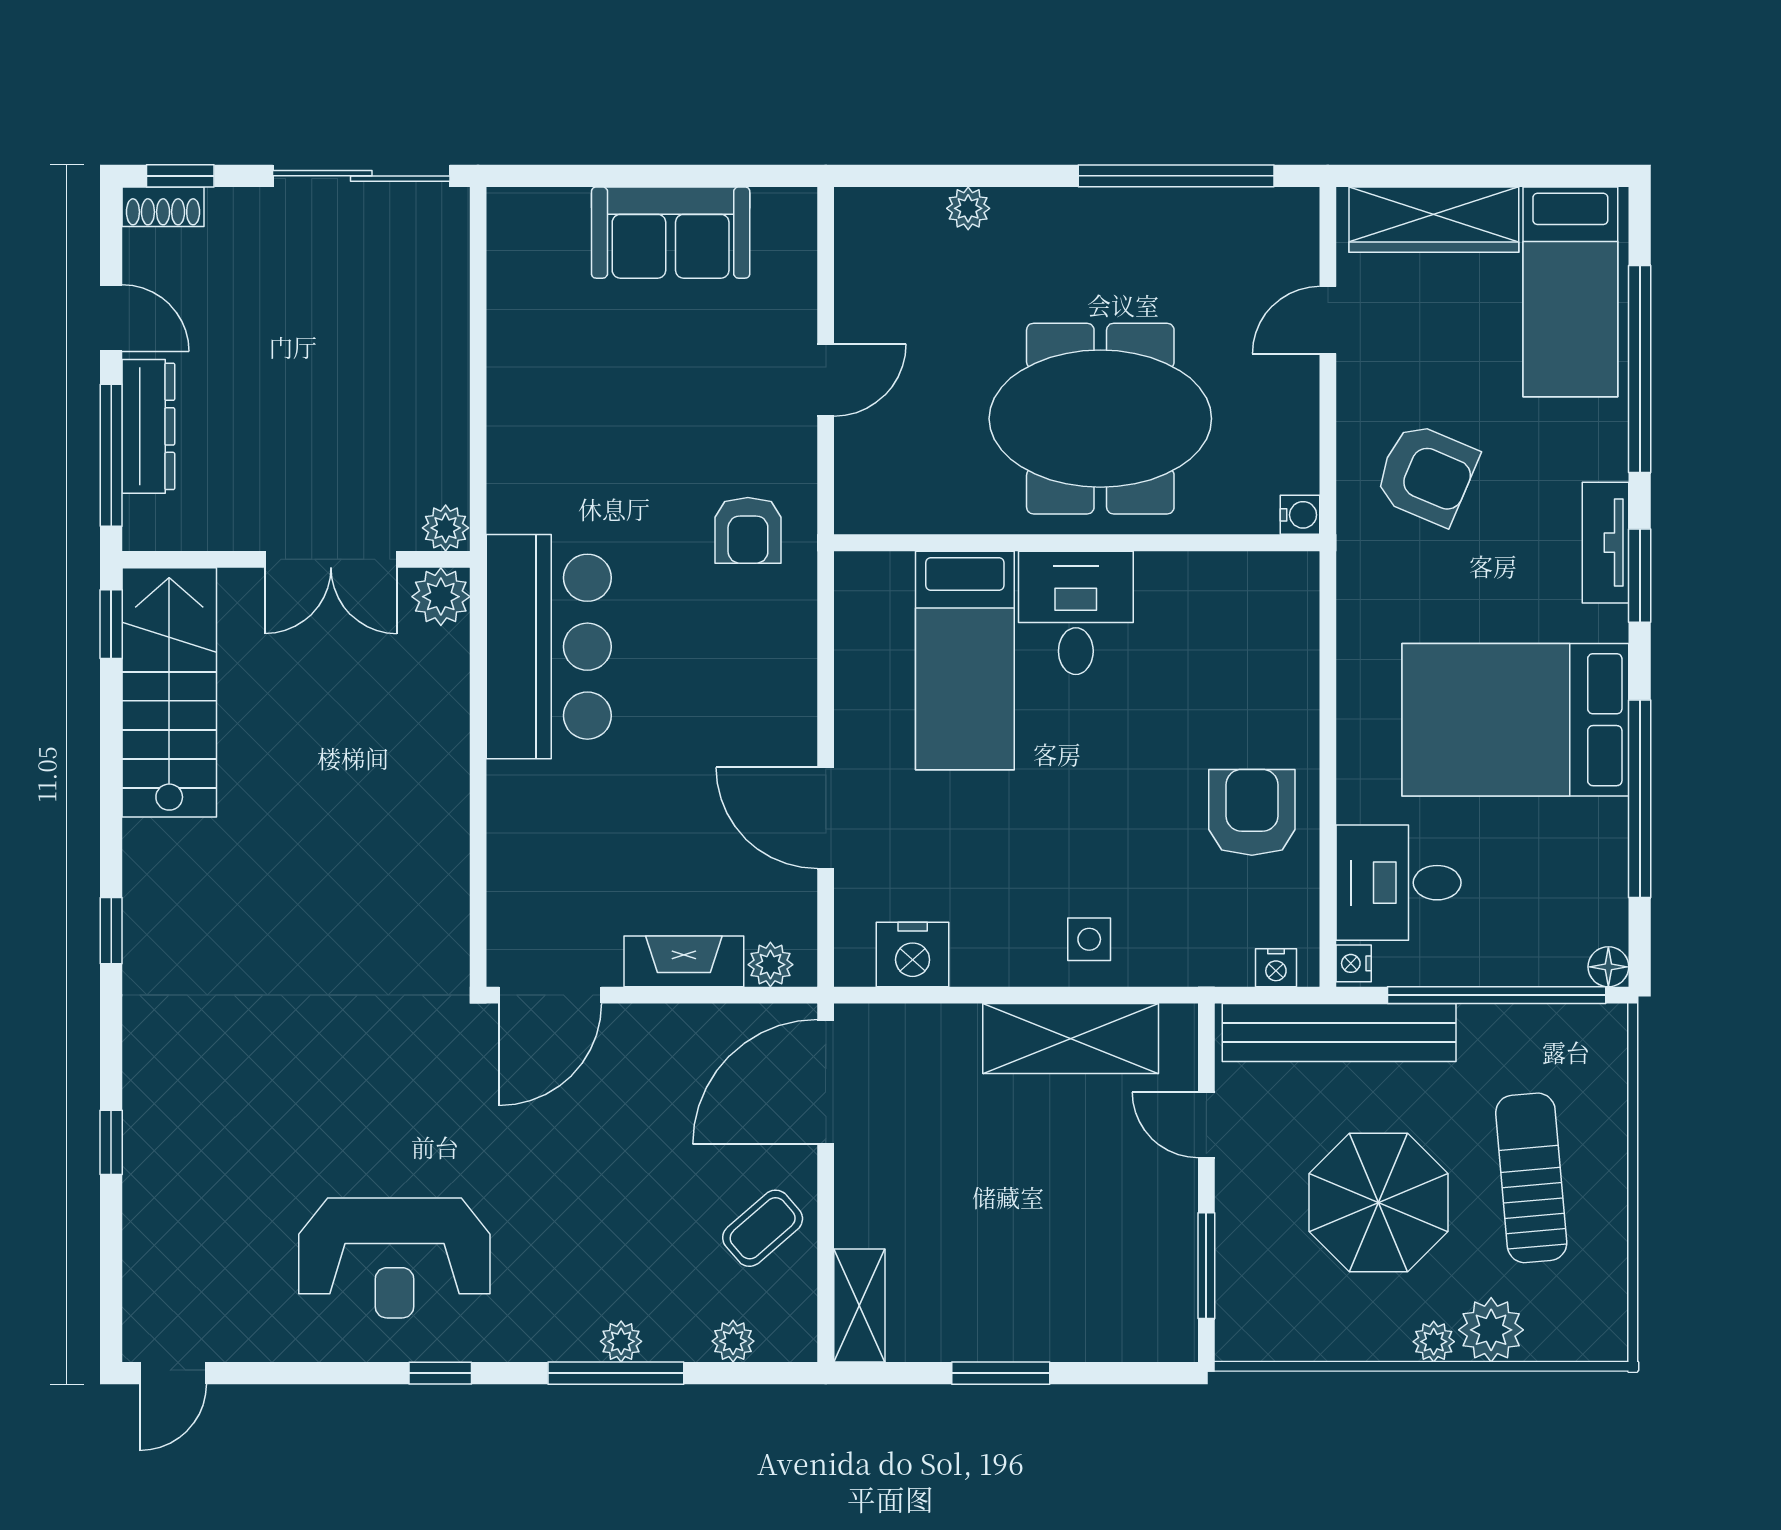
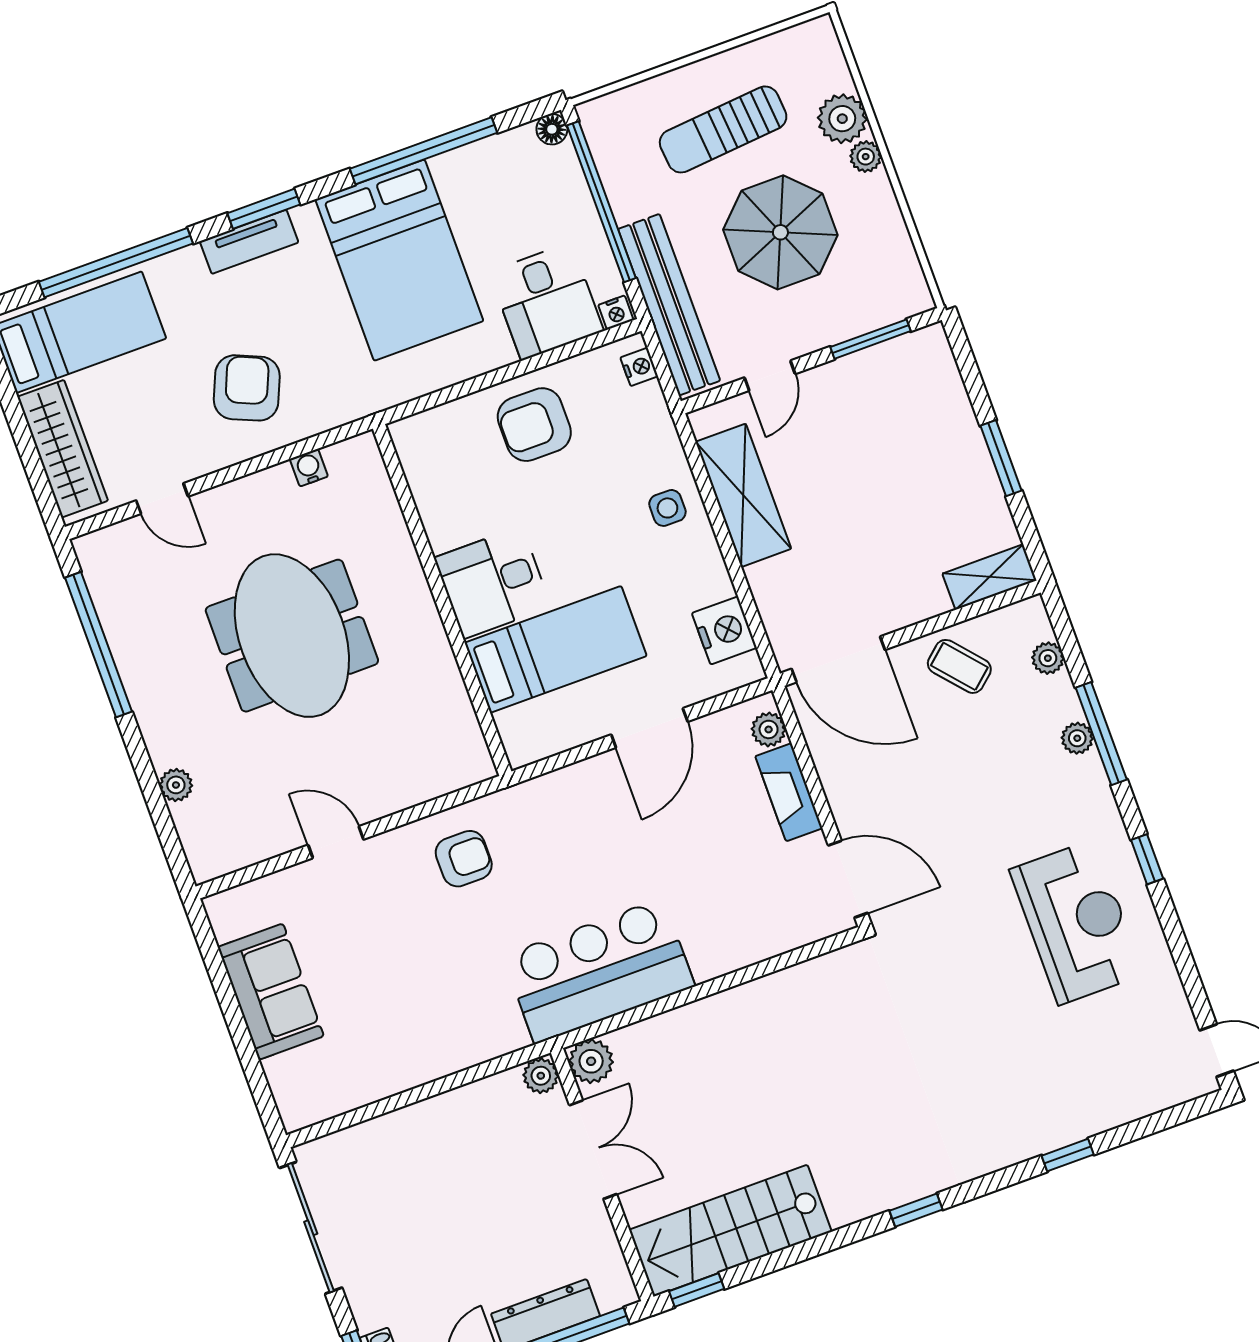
wall: (1077, 543) -> (442, 600), moved
desk: (1076, 613) -> (493, 582), moved
bed: (965, 660) -> (556, 649), moved

